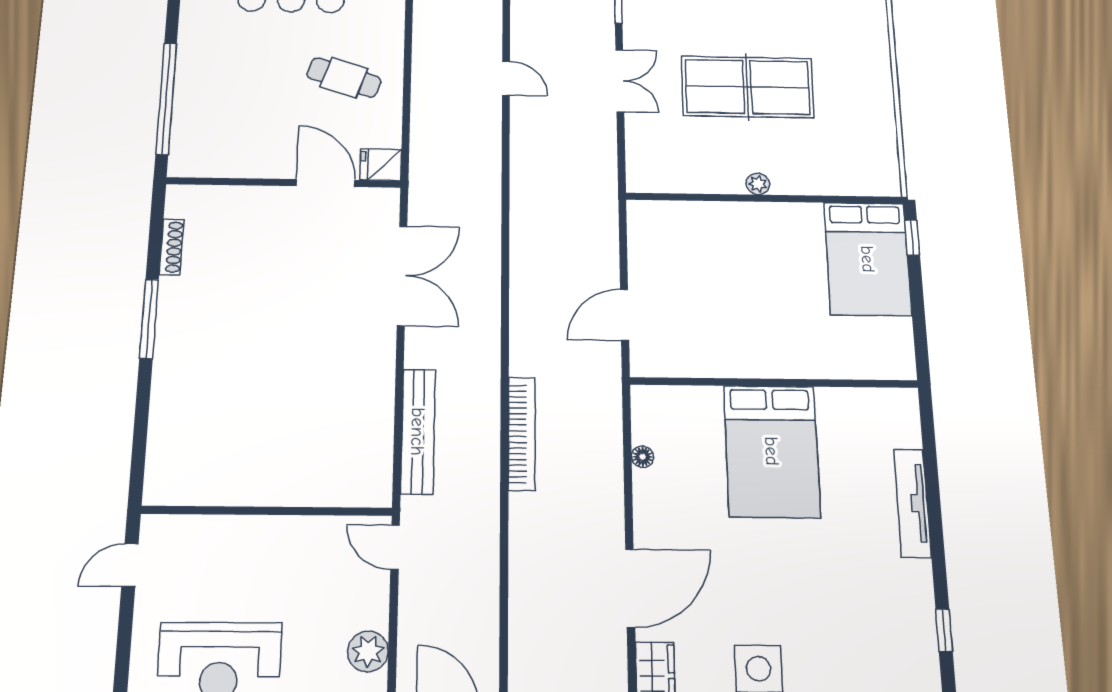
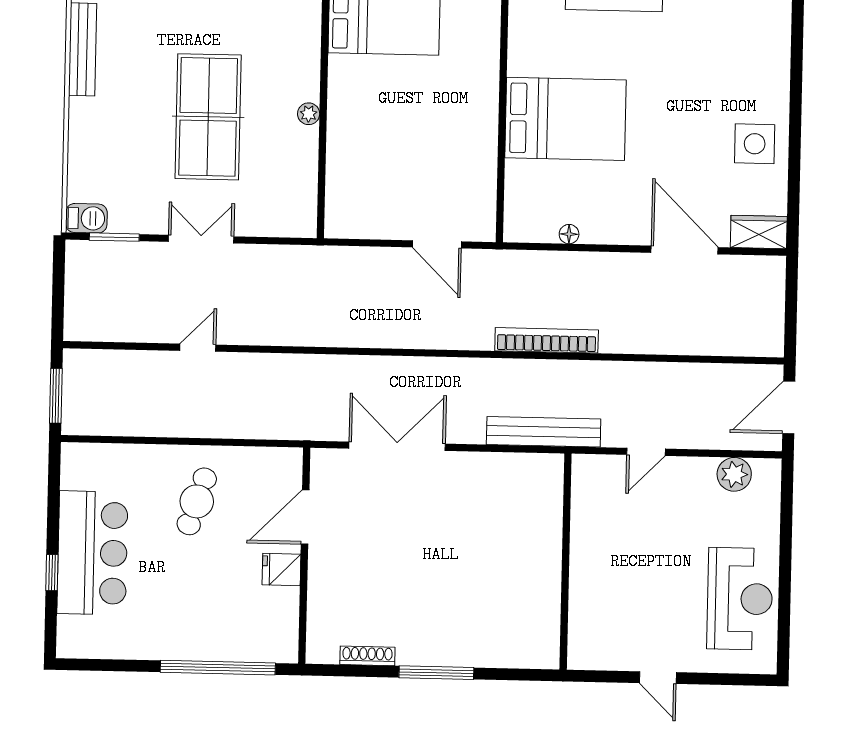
fridge: (381, 165) -> (281, 569), moved, turned 90
wall: (267, 511) -> (566, 562), moved

